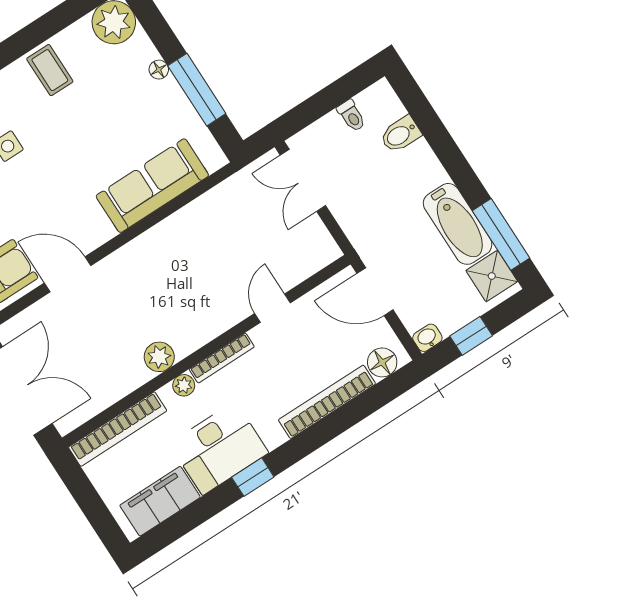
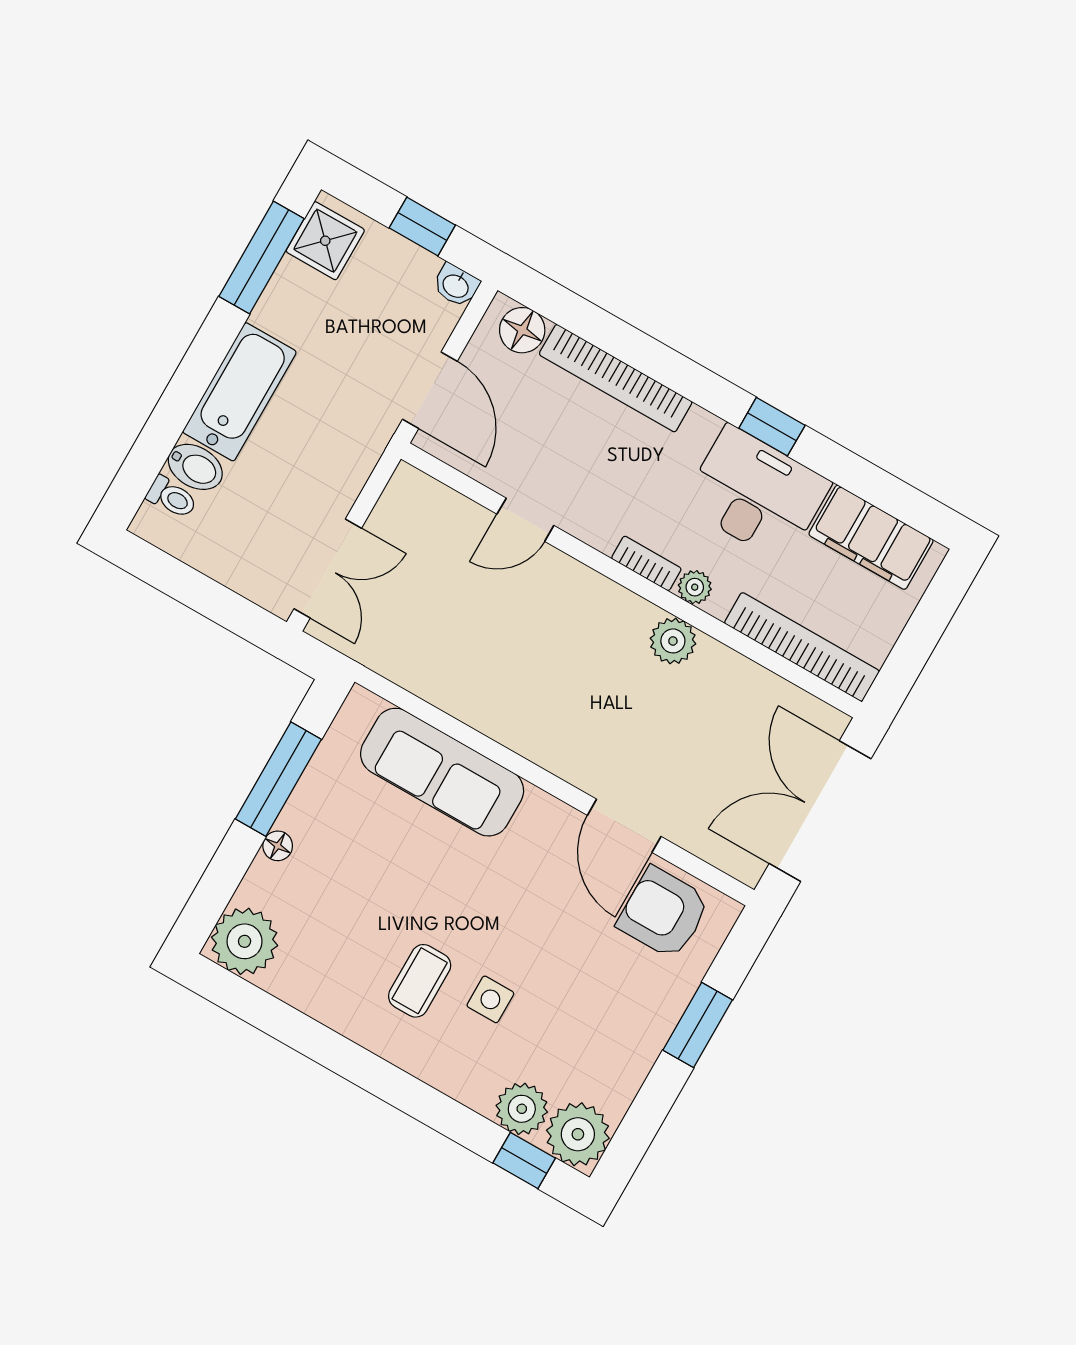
coffee table: (50, 70) -> (420, 981), moved
toilet: (351, 116) -> (172, 497), moved, turned 90
bathtub: (458, 224) -> (239, 392), moved
bookcase: (222, 358) -> (646, 563), width x0.64

